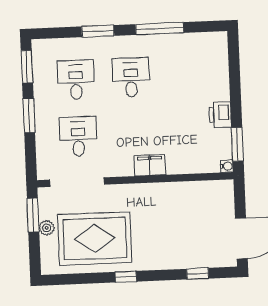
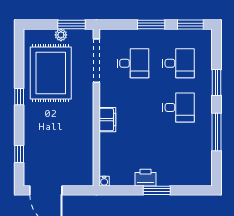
window: (237, 144) -> (157, 190), moved

